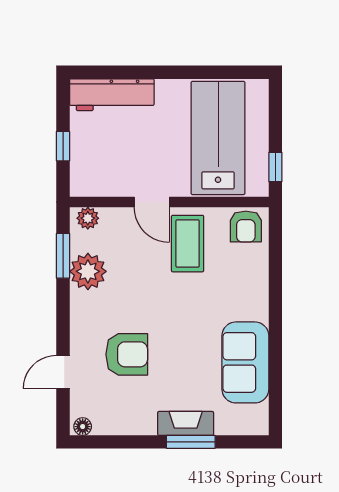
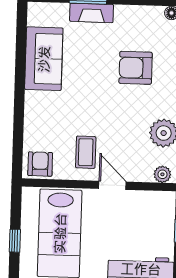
window: (275, 167) -> (15, 241), moved
coffee table: (188, 244) -> (86, 152), width x0.73, depth x0.77

